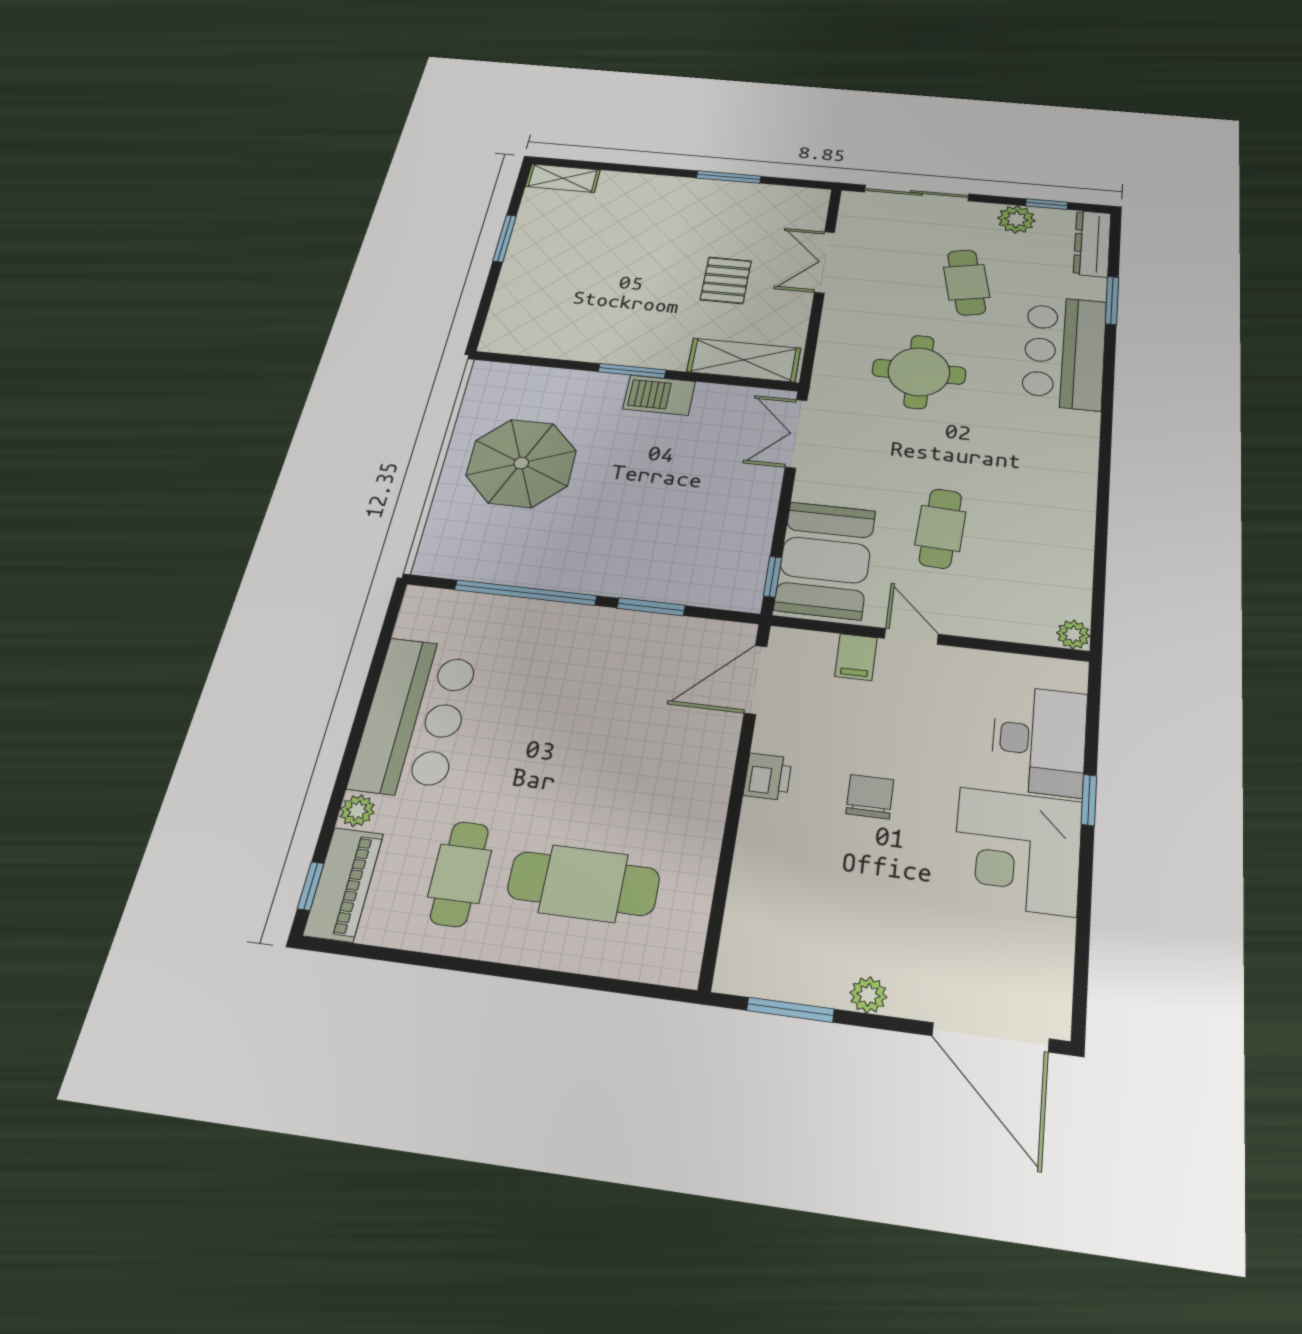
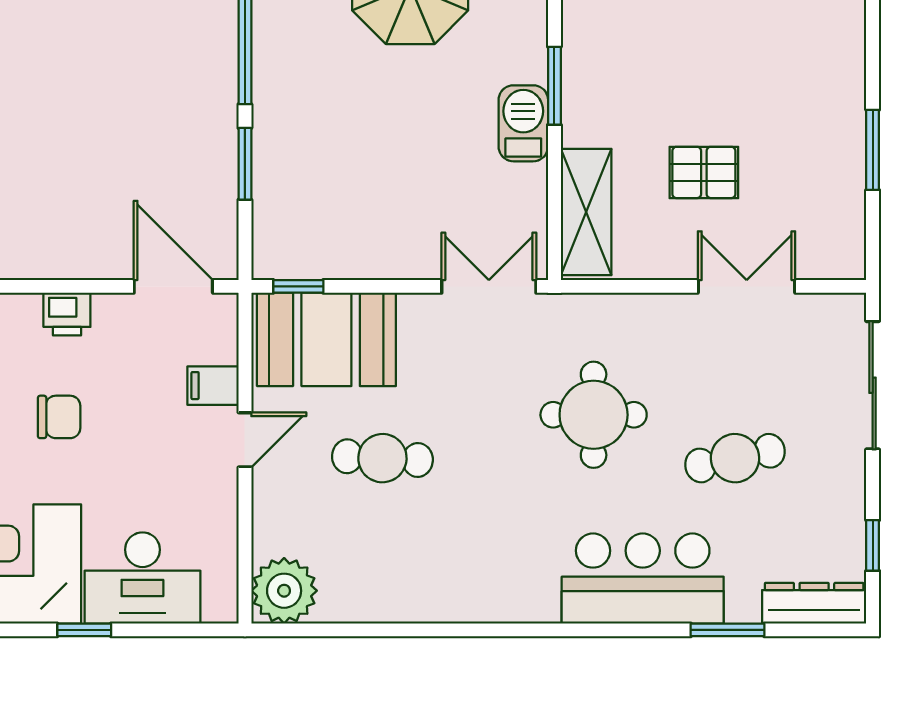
plant: (1016, 219) -> (843, 510), removed
plant: (1073, 634) -> (284, 591), width x1.88, depth x1.88

